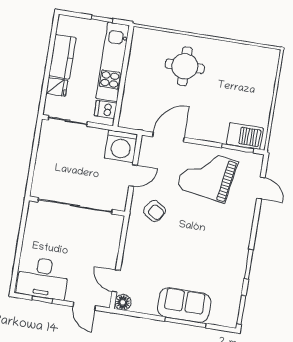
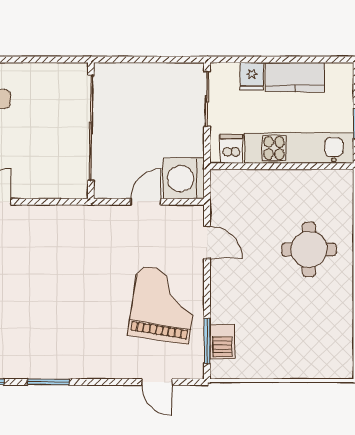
barbecue: (245, 136) -> (222, 342), width x0.73, depth x0.79
door: (168, 137) -> (207, 242), width x0.73
door: (133, 176) -> (146, 202), swing flipped
door: (261, 188) -> (157, 382), hinge flipped
armchair: (155, 211) -> (101, 239), removed

